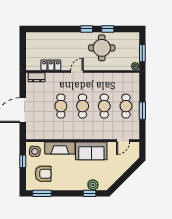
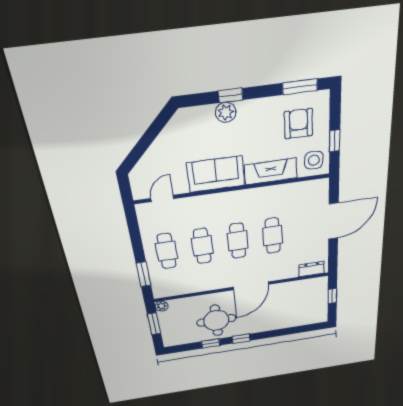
window: (23, 53) -> (332, 296), added
locker: (51, 65) -> (291, 288), removed
door: (77, 71) -> (251, 286), width x1.87
window: (142, 111) -> (143, 274), moved
armchair: (43, 174) -> (299, 124), turned 90
plant: (93, 185) -> (226, 112), moved
window: (89, 193) -> (231, 95), moved

